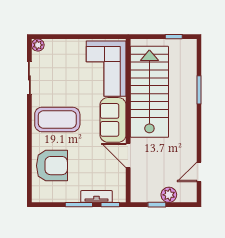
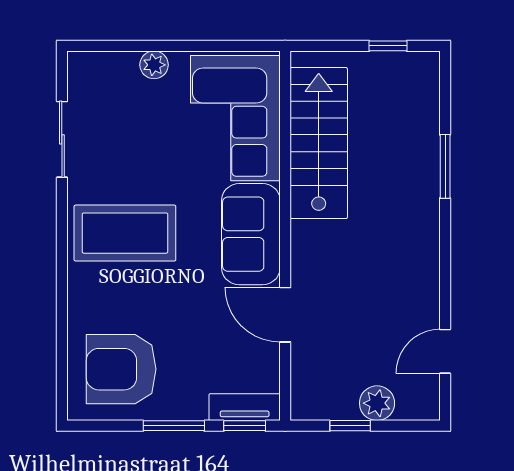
plant: (38, 45) -> (154, 65), moved
stairs: (149, 92) -> (319, 143), width x0.73, depth x0.66
armchair: (52, 166) -> (121, 369), moved, turned 180
tv unit: (97, 196) -> (245, 407), moved

